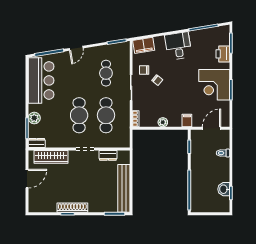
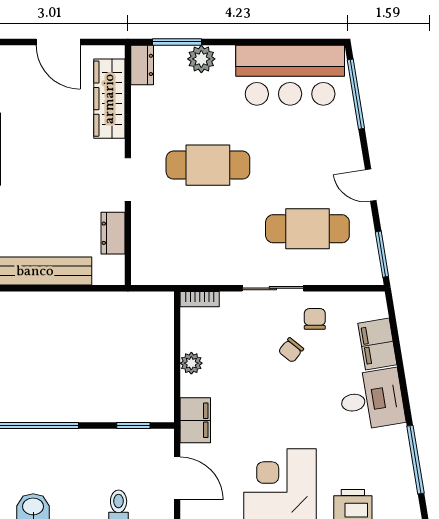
filing cabinet: (144, 45) -> (377, 344), moved
door: (76, 48) -> (371, 185), moved
cafe table: (106, 73) -> (307, 229), width x1.37, depth x1.35
cafe table: (106, 115) -> (208, 229), removed
filing cabinet: (187, 121) -> (195, 420), width x2.00

